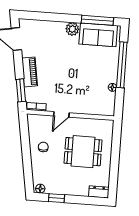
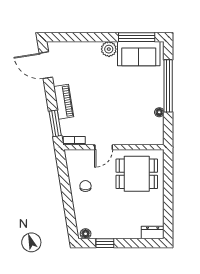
dining table: (83, 152) -> (137, 174), moved

